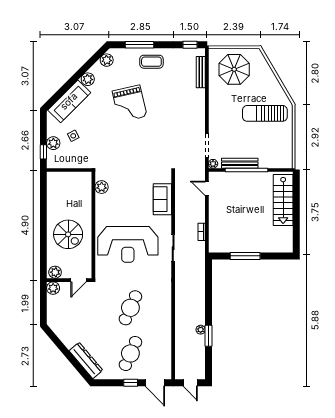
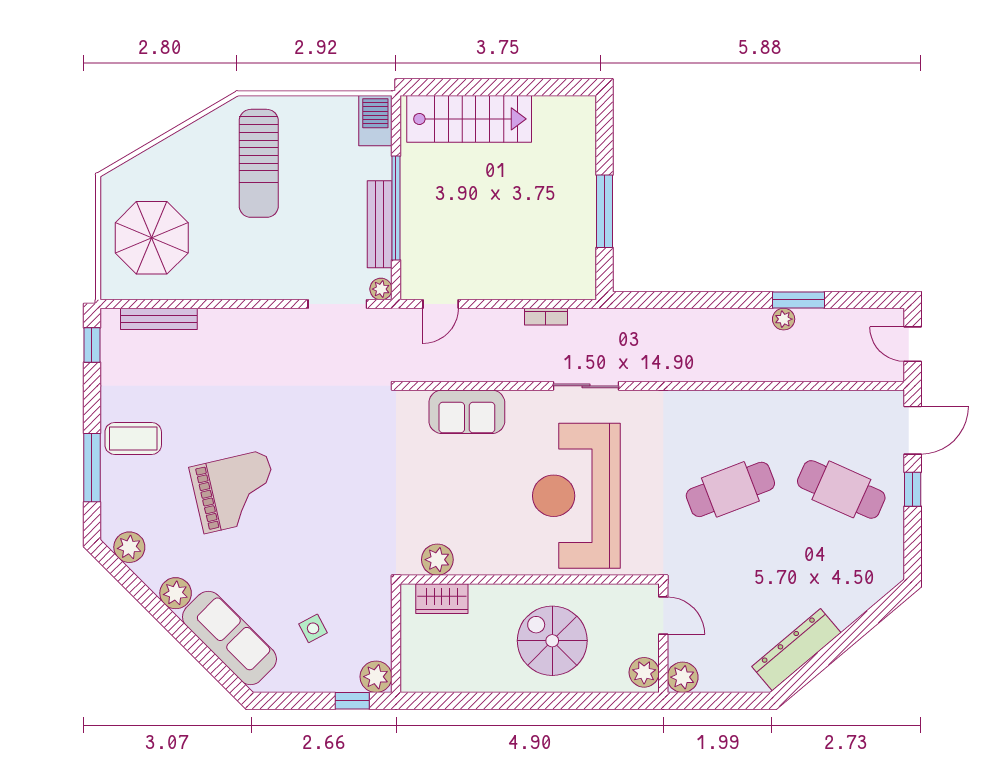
coffee table: (151, 62) -> (133, 438), turned 90
plant: (53, 143) -> (376, 677), moved
barbecue: (282, 161) -> (375, 121), added
wardrobe: (85, 189) -> (442, 599), added
spiral stairs: (68, 234) -> (552, 641), turned -90
reception desk: (128, 244) -> (576, 496), turned 180
cafe table: (130, 308) -> (730, 489), turned -45
dresser: (86, 360) -> (796, 650), moved
door: (190, 383) -> (913, 344), swing flipped

